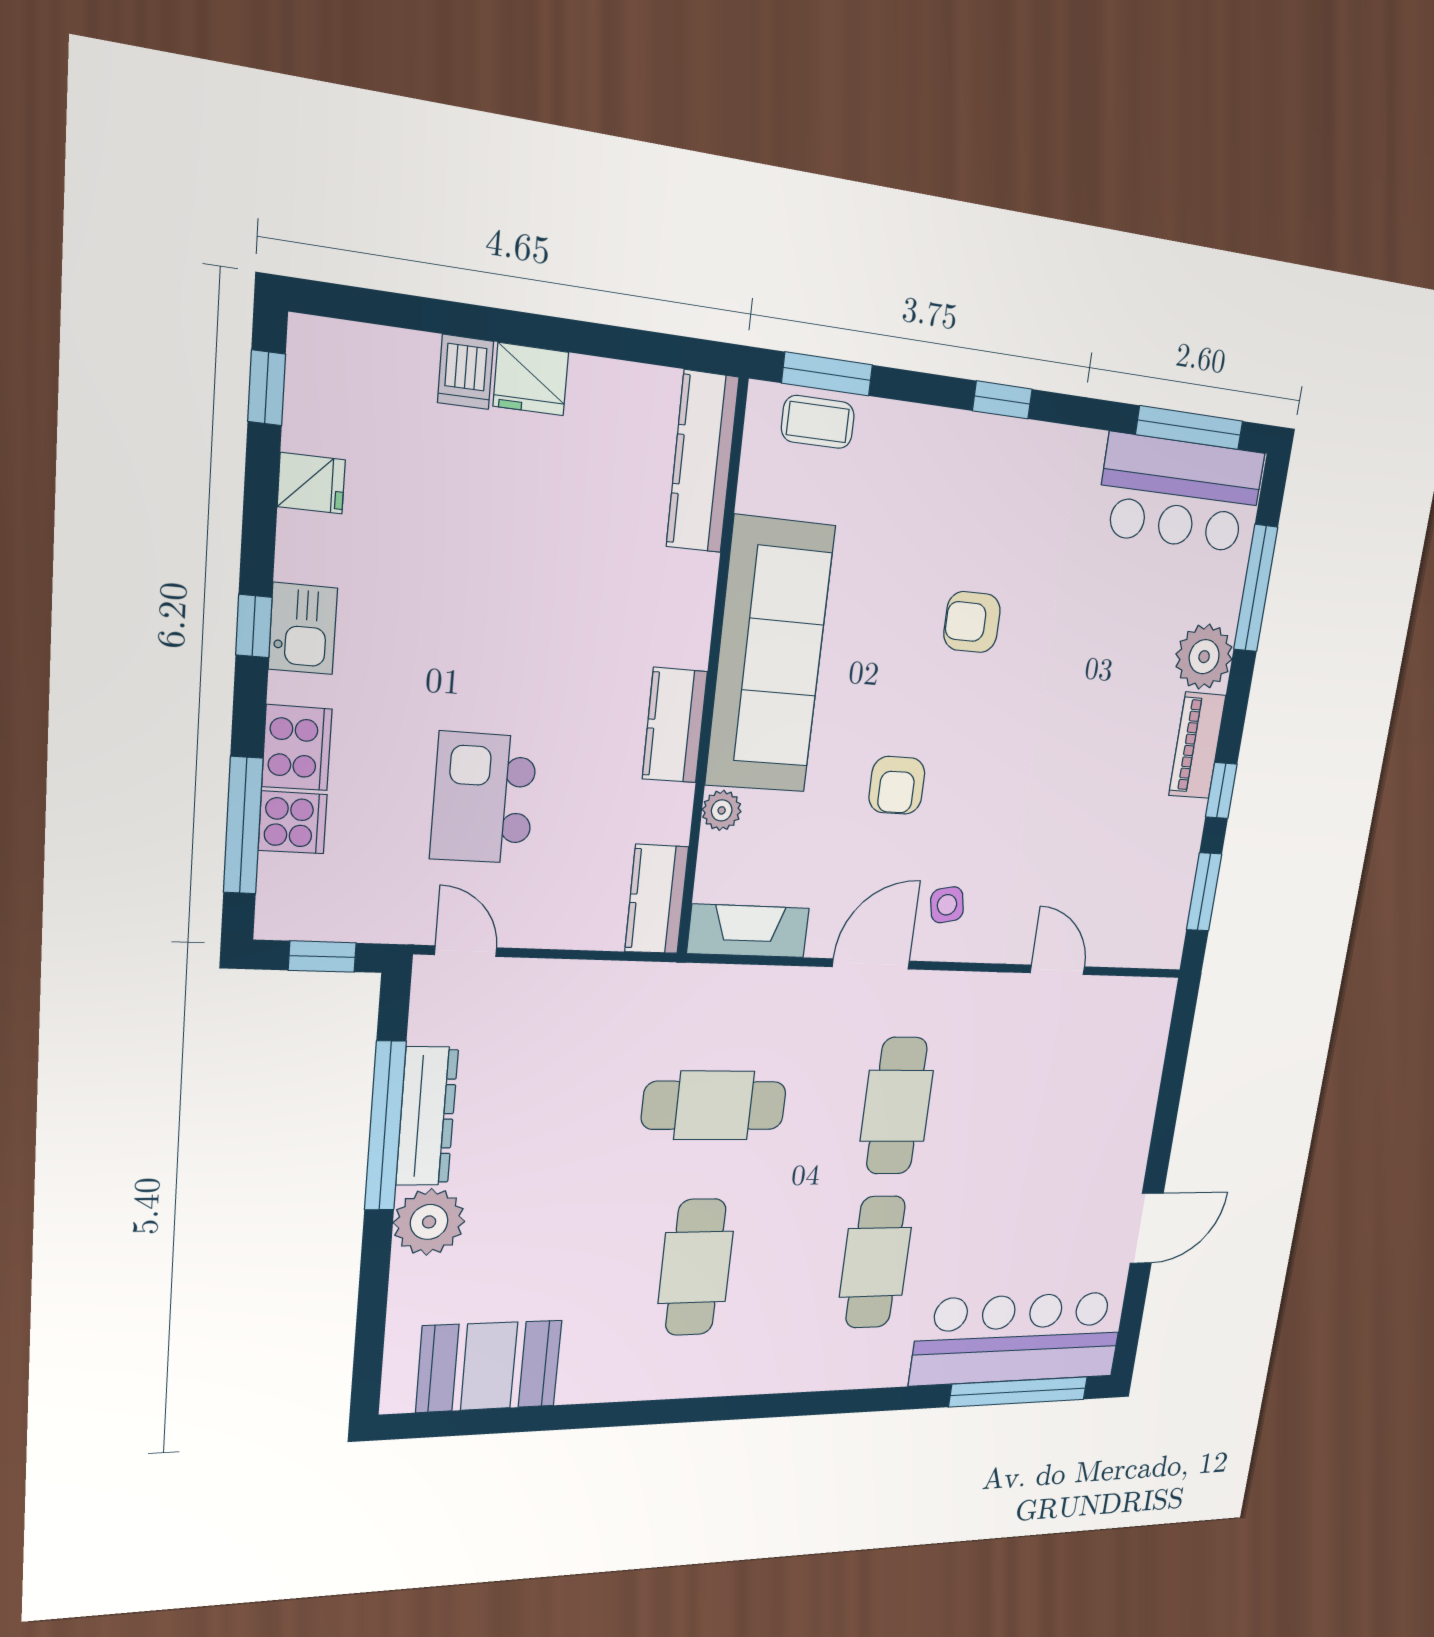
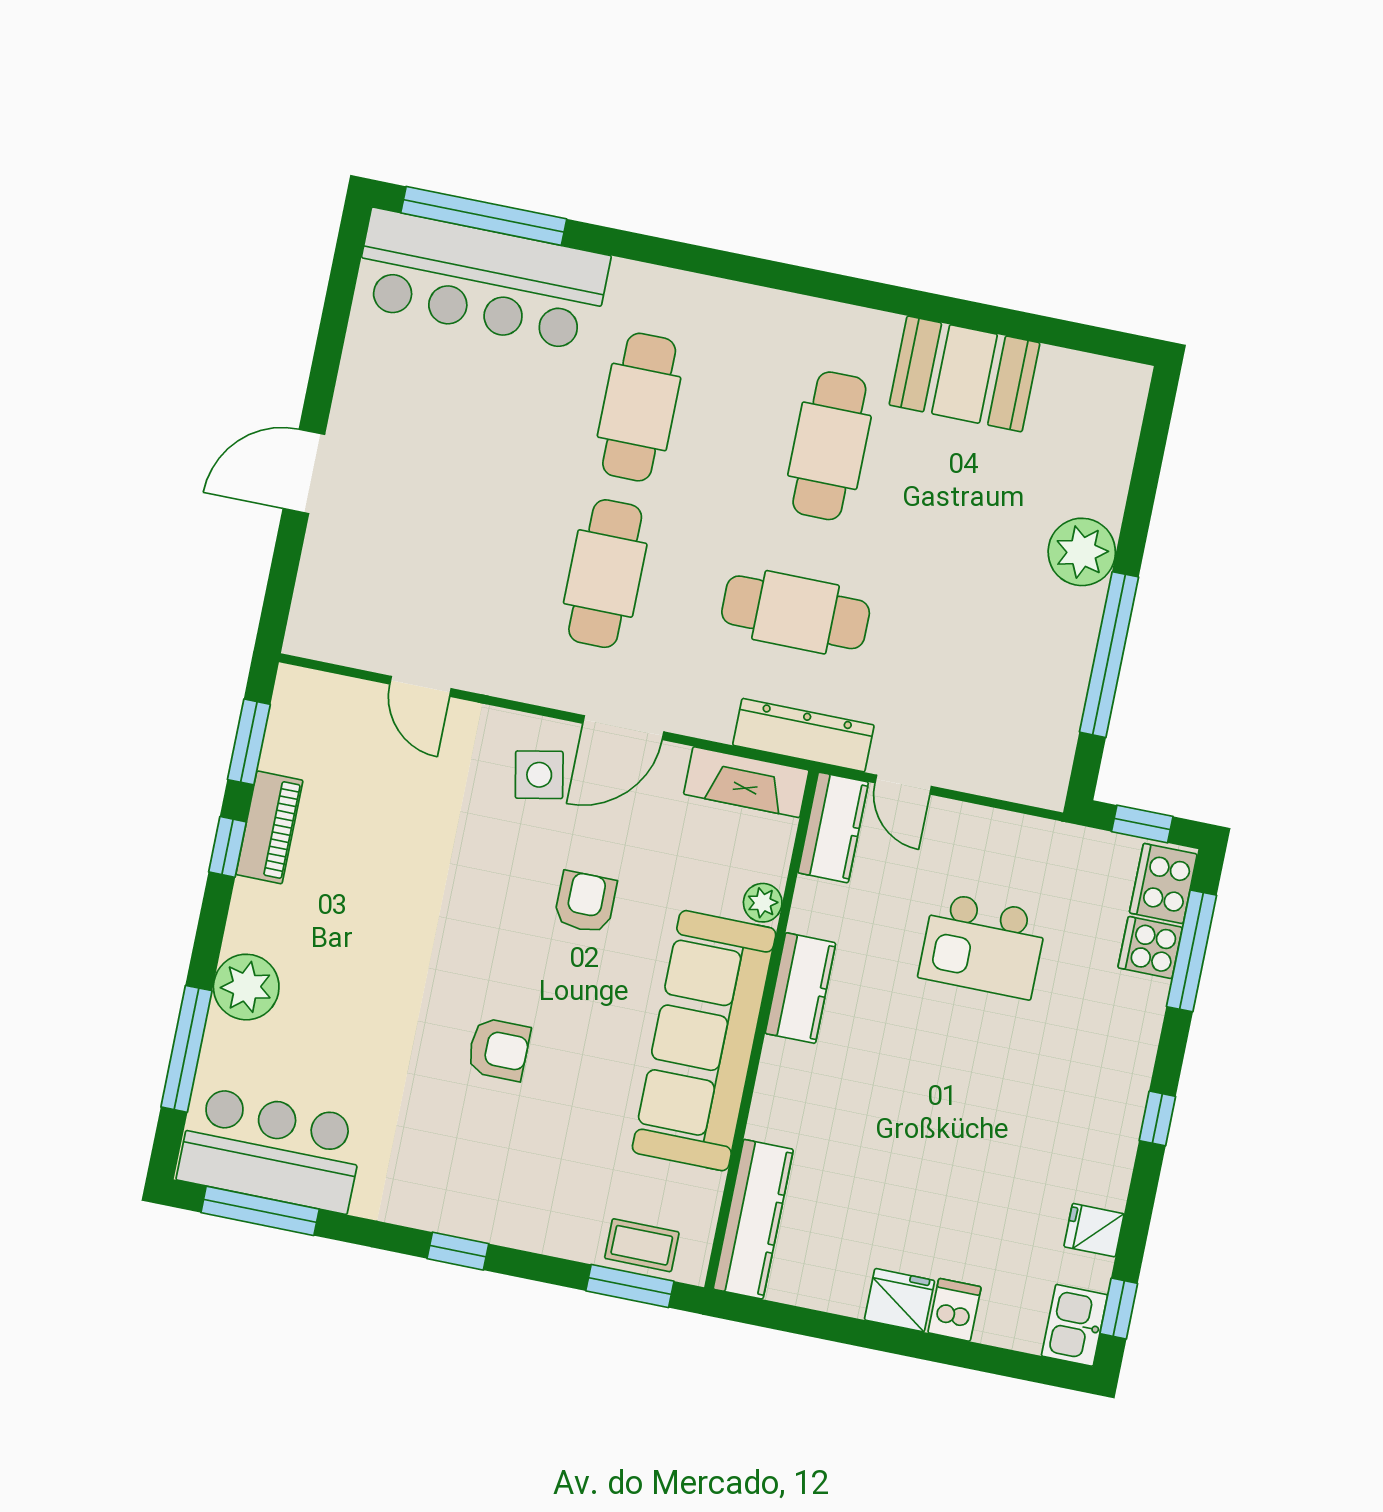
kitchen sink: (303, 629) -> (1074, 1325), moved
piano: (1197, 745) -> (269, 827), moved
cooker: (297, 748) -> (1163, 884), moved
kitchen island: (484, 798) -> (983, 945), turned 90
side table: (947, 905) -> (539, 775), width x1.37, depth x1.37
door: (466, 951) -> (903, 785), moved
dresser: (427, 1116) -> (803, 735), moved, turned 90
door: (1147, 1228) -> (304, 471), moved
booth: (489, 1366) -> (965, 374), moved

